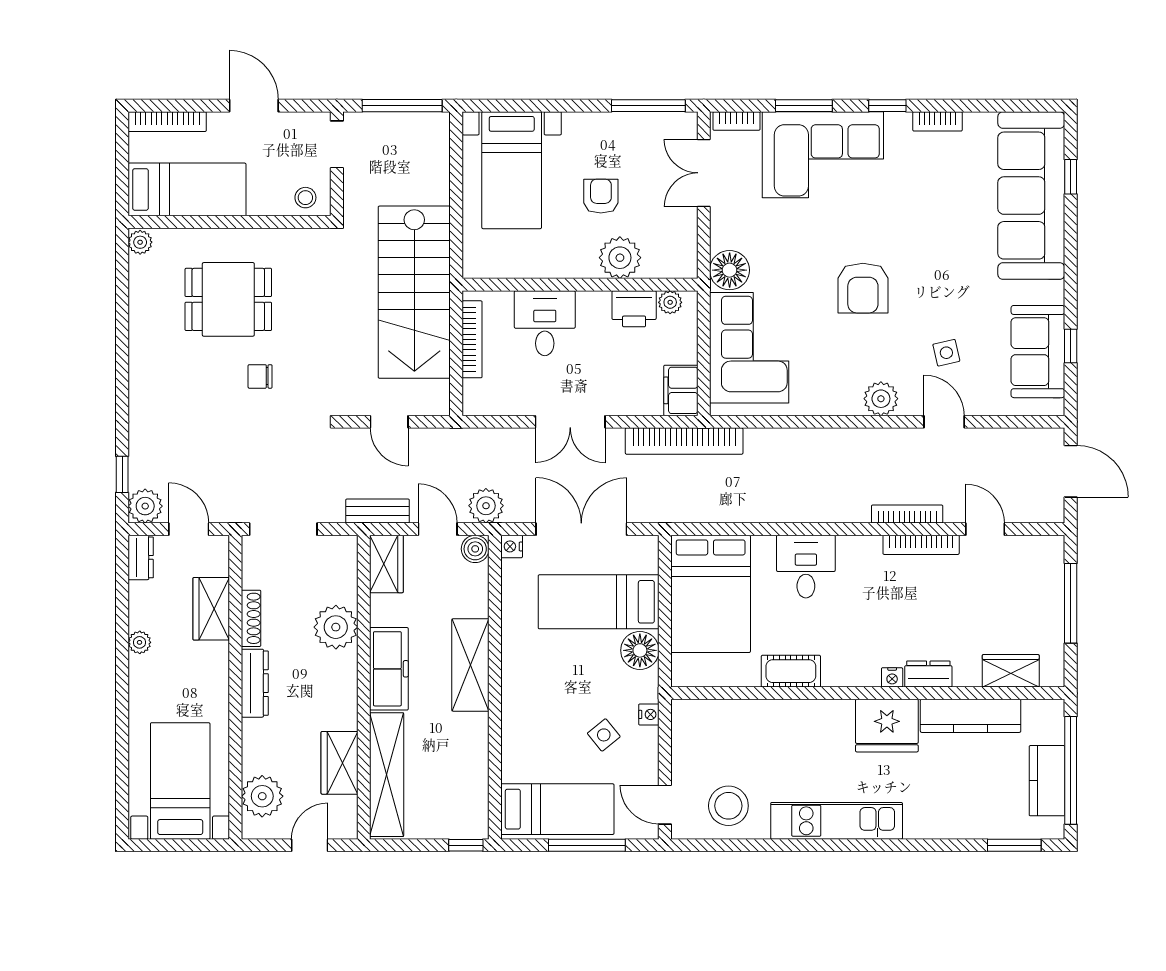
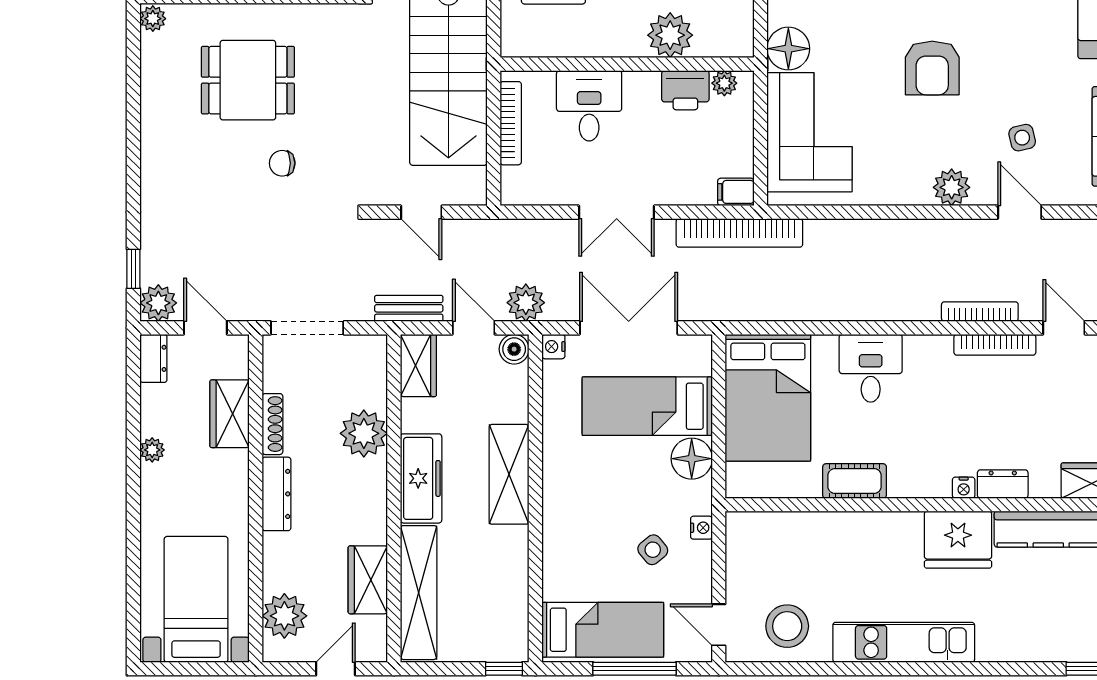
filing cabinet: (681, 390) -> (736, 192), width x0.50

